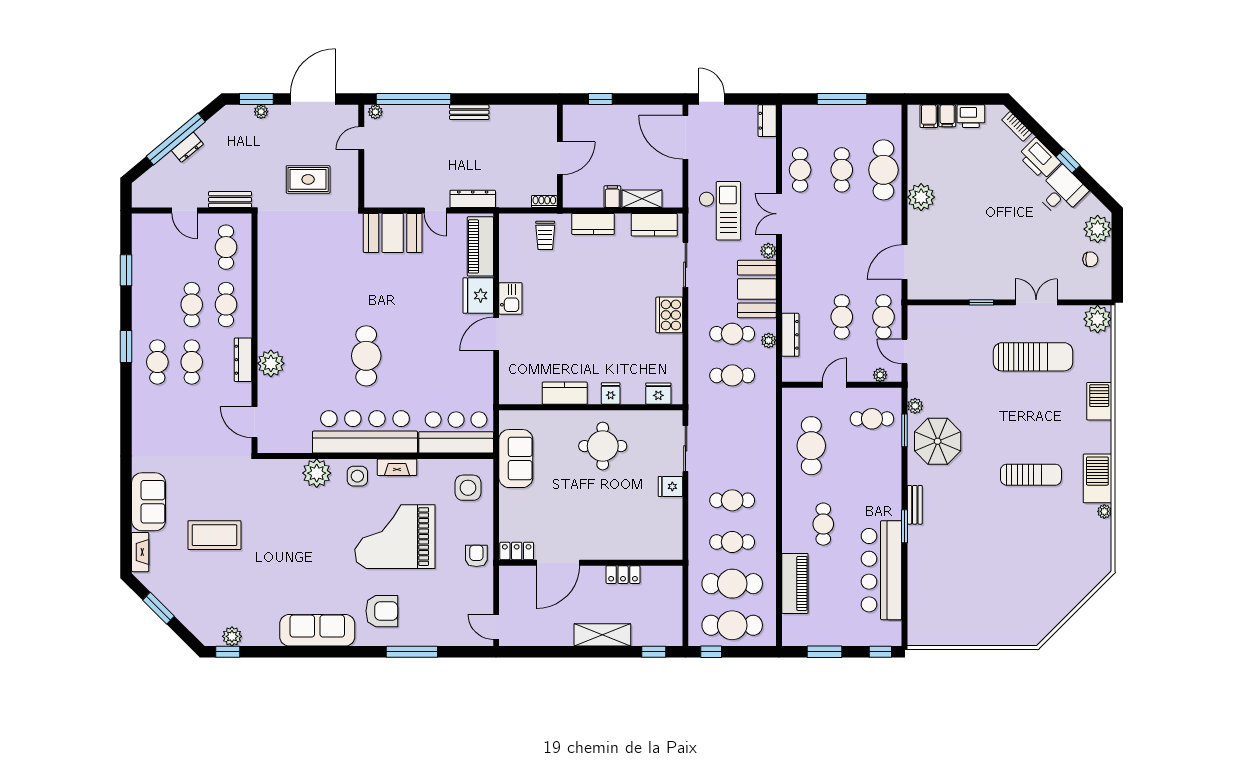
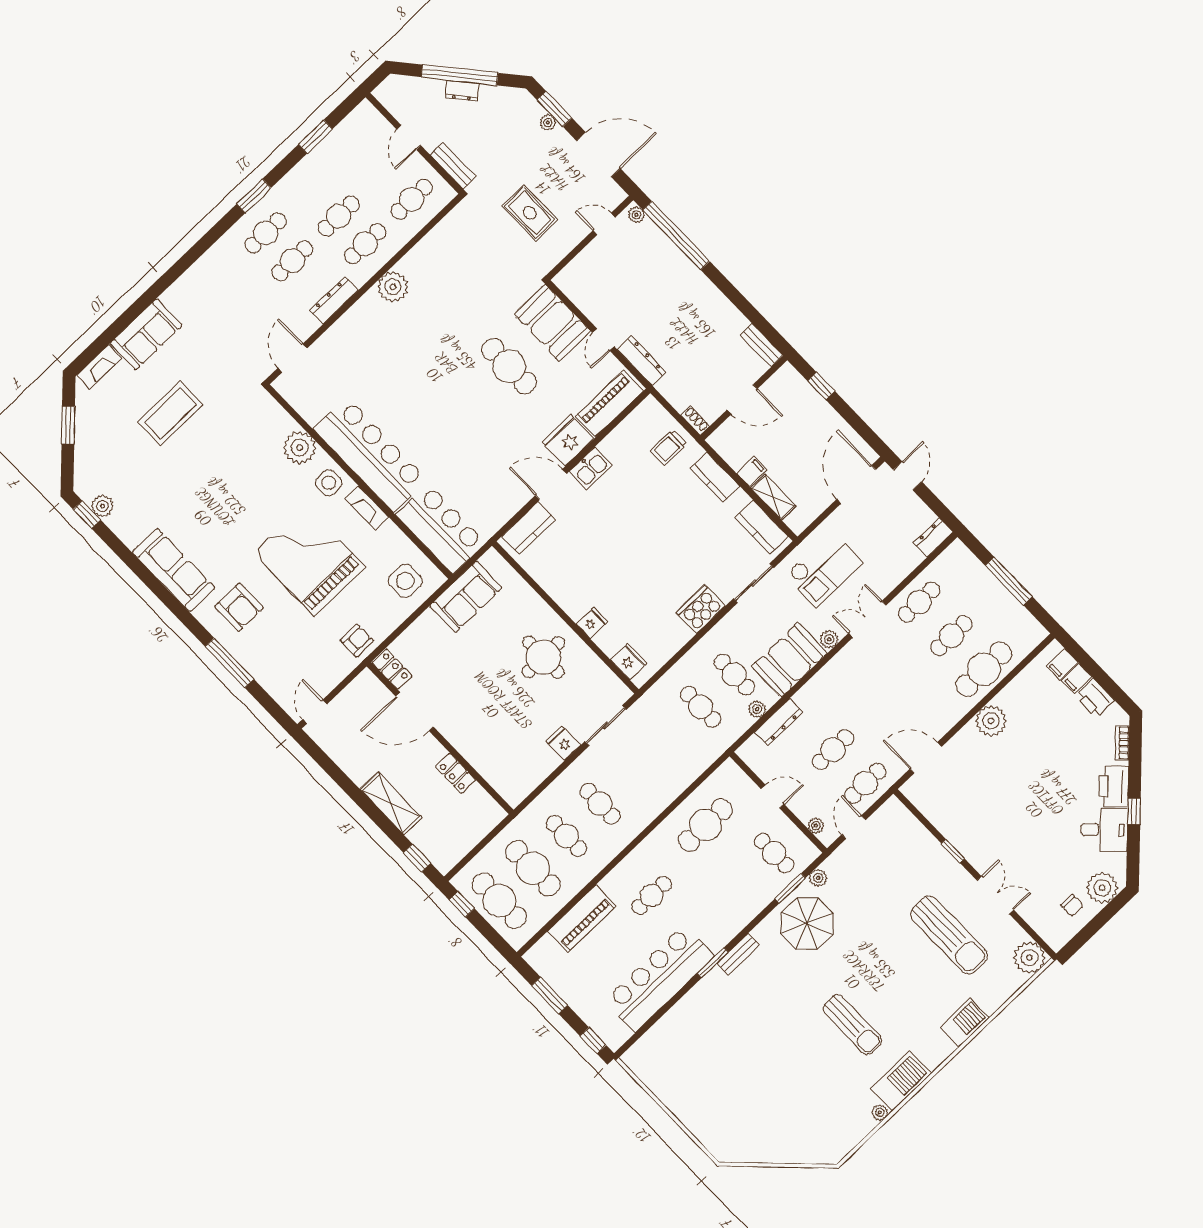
bench: (469, 112) -> (761, 345), moved
cafe table: (366, 356) -> (509, 366), moved, turned 90
plant: (271, 363) -> (393, 287), moved
kitchen counter: (565, 393) -> (528, 528), moved, turned 90
coffee table: (214, 535) -> (170, 413), turned 90

